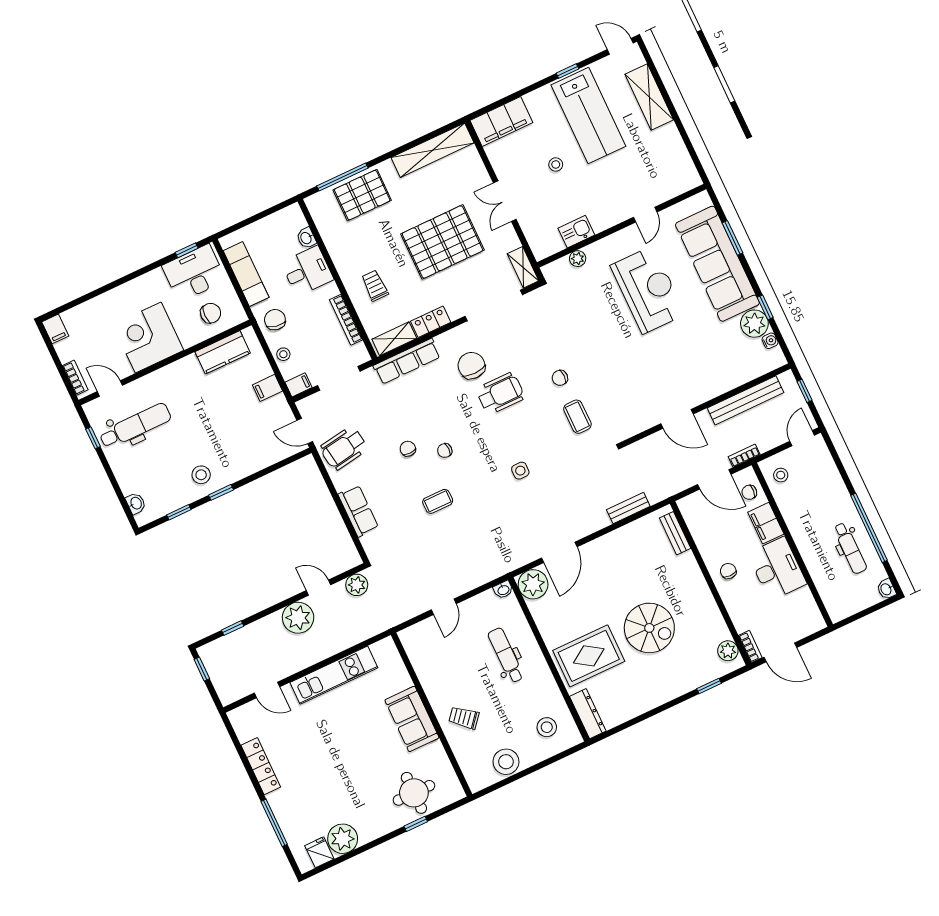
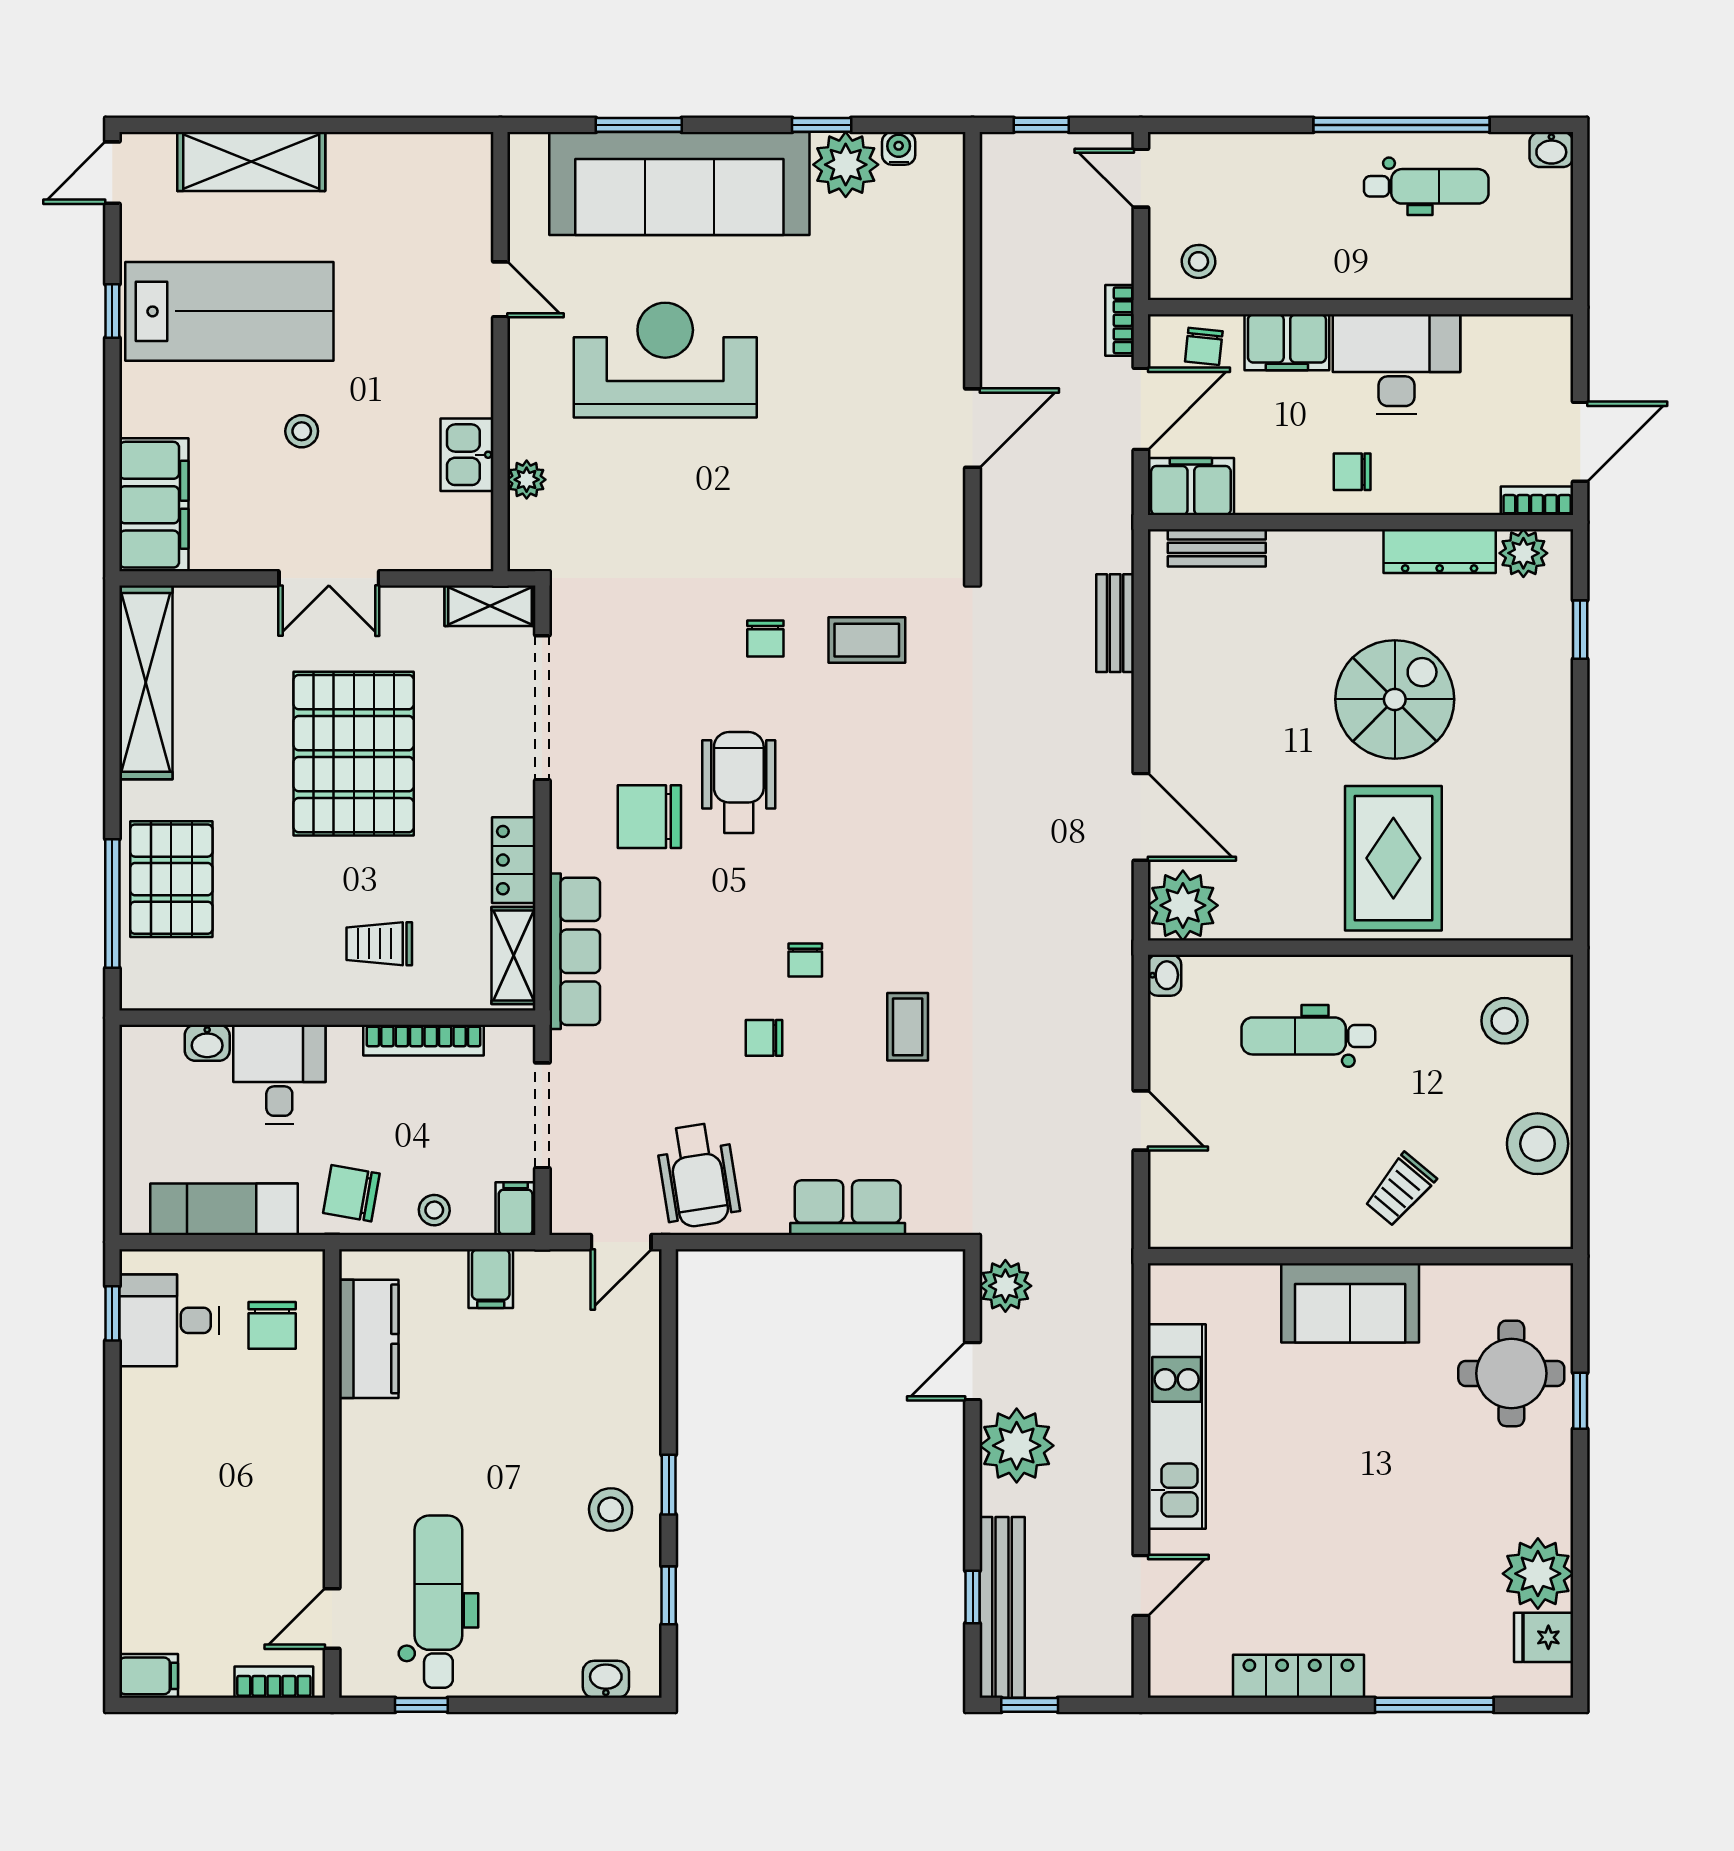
desk: (194, 273) -> (169, 1320), width x0.73
chair: (211, 313) -> (272, 1325), turned 180
corner desk: (148, 337) -> (261, 1484), removed
bench: (746, 400) -> (1002, 1607), moved
side table: (520, 471) -> (925, 818), removed
filing cabinet: (694, 512) -> (1191, 486), added
dresser: (588, 714) -> (1440, 551), moved, turned 180

